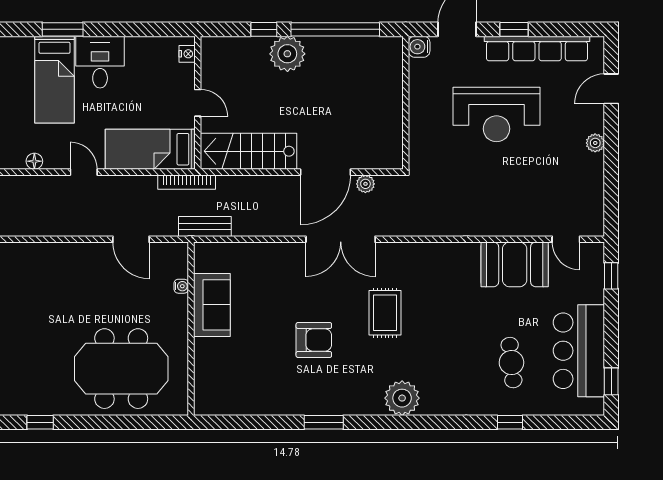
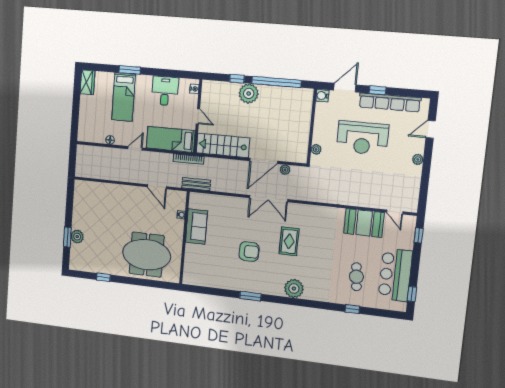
desk: (100, 62) -> (165, 91), moved
plant: (418, 142) -> (316, 149), added
door: (84, 172) -> (135, 148), hinge flipped

